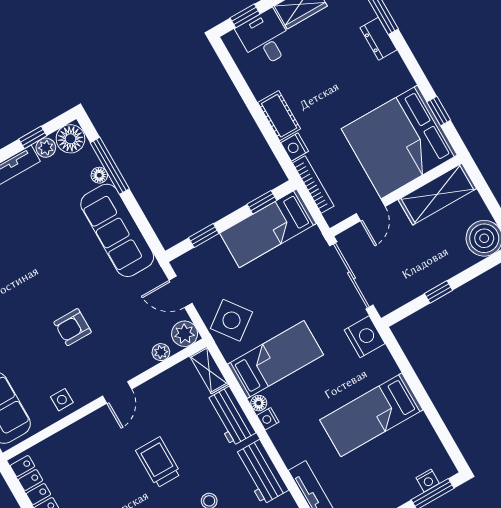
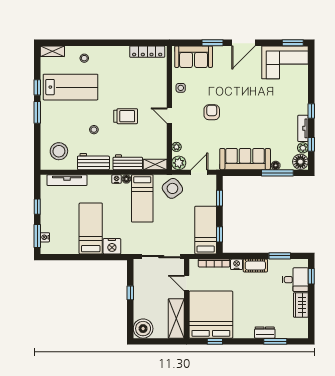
window: (241, 85) -> (280, 256), added
nightstand: (365, 337) -> (112, 246), moved

